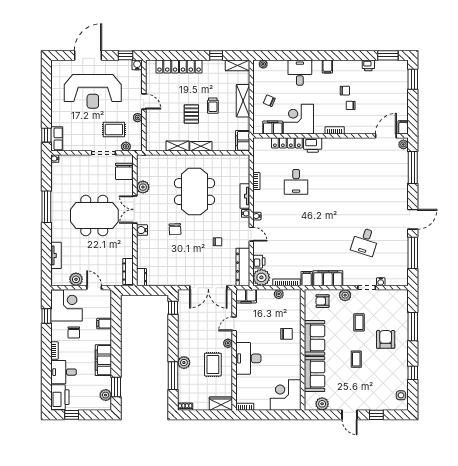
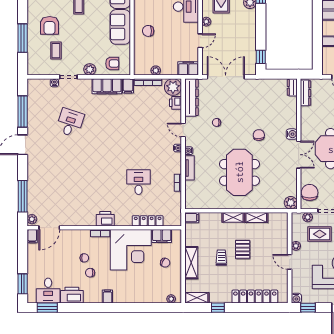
printer: (368, 65) -> (72, 295), width x1.87, depth x1.48
desk: (300, 73) -> (48, 291), moved
corner desk: (298, 119) -> (131, 250), width x1.36, depth x1.36
filing cabinet: (243, 141) -> (192, 218), width x0.50
printer: (313, 145) -> (105, 219), moved
plant: (143, 187) -> (291, 203), moved
coffee table: (359, 322) -> (56, 51), moved

